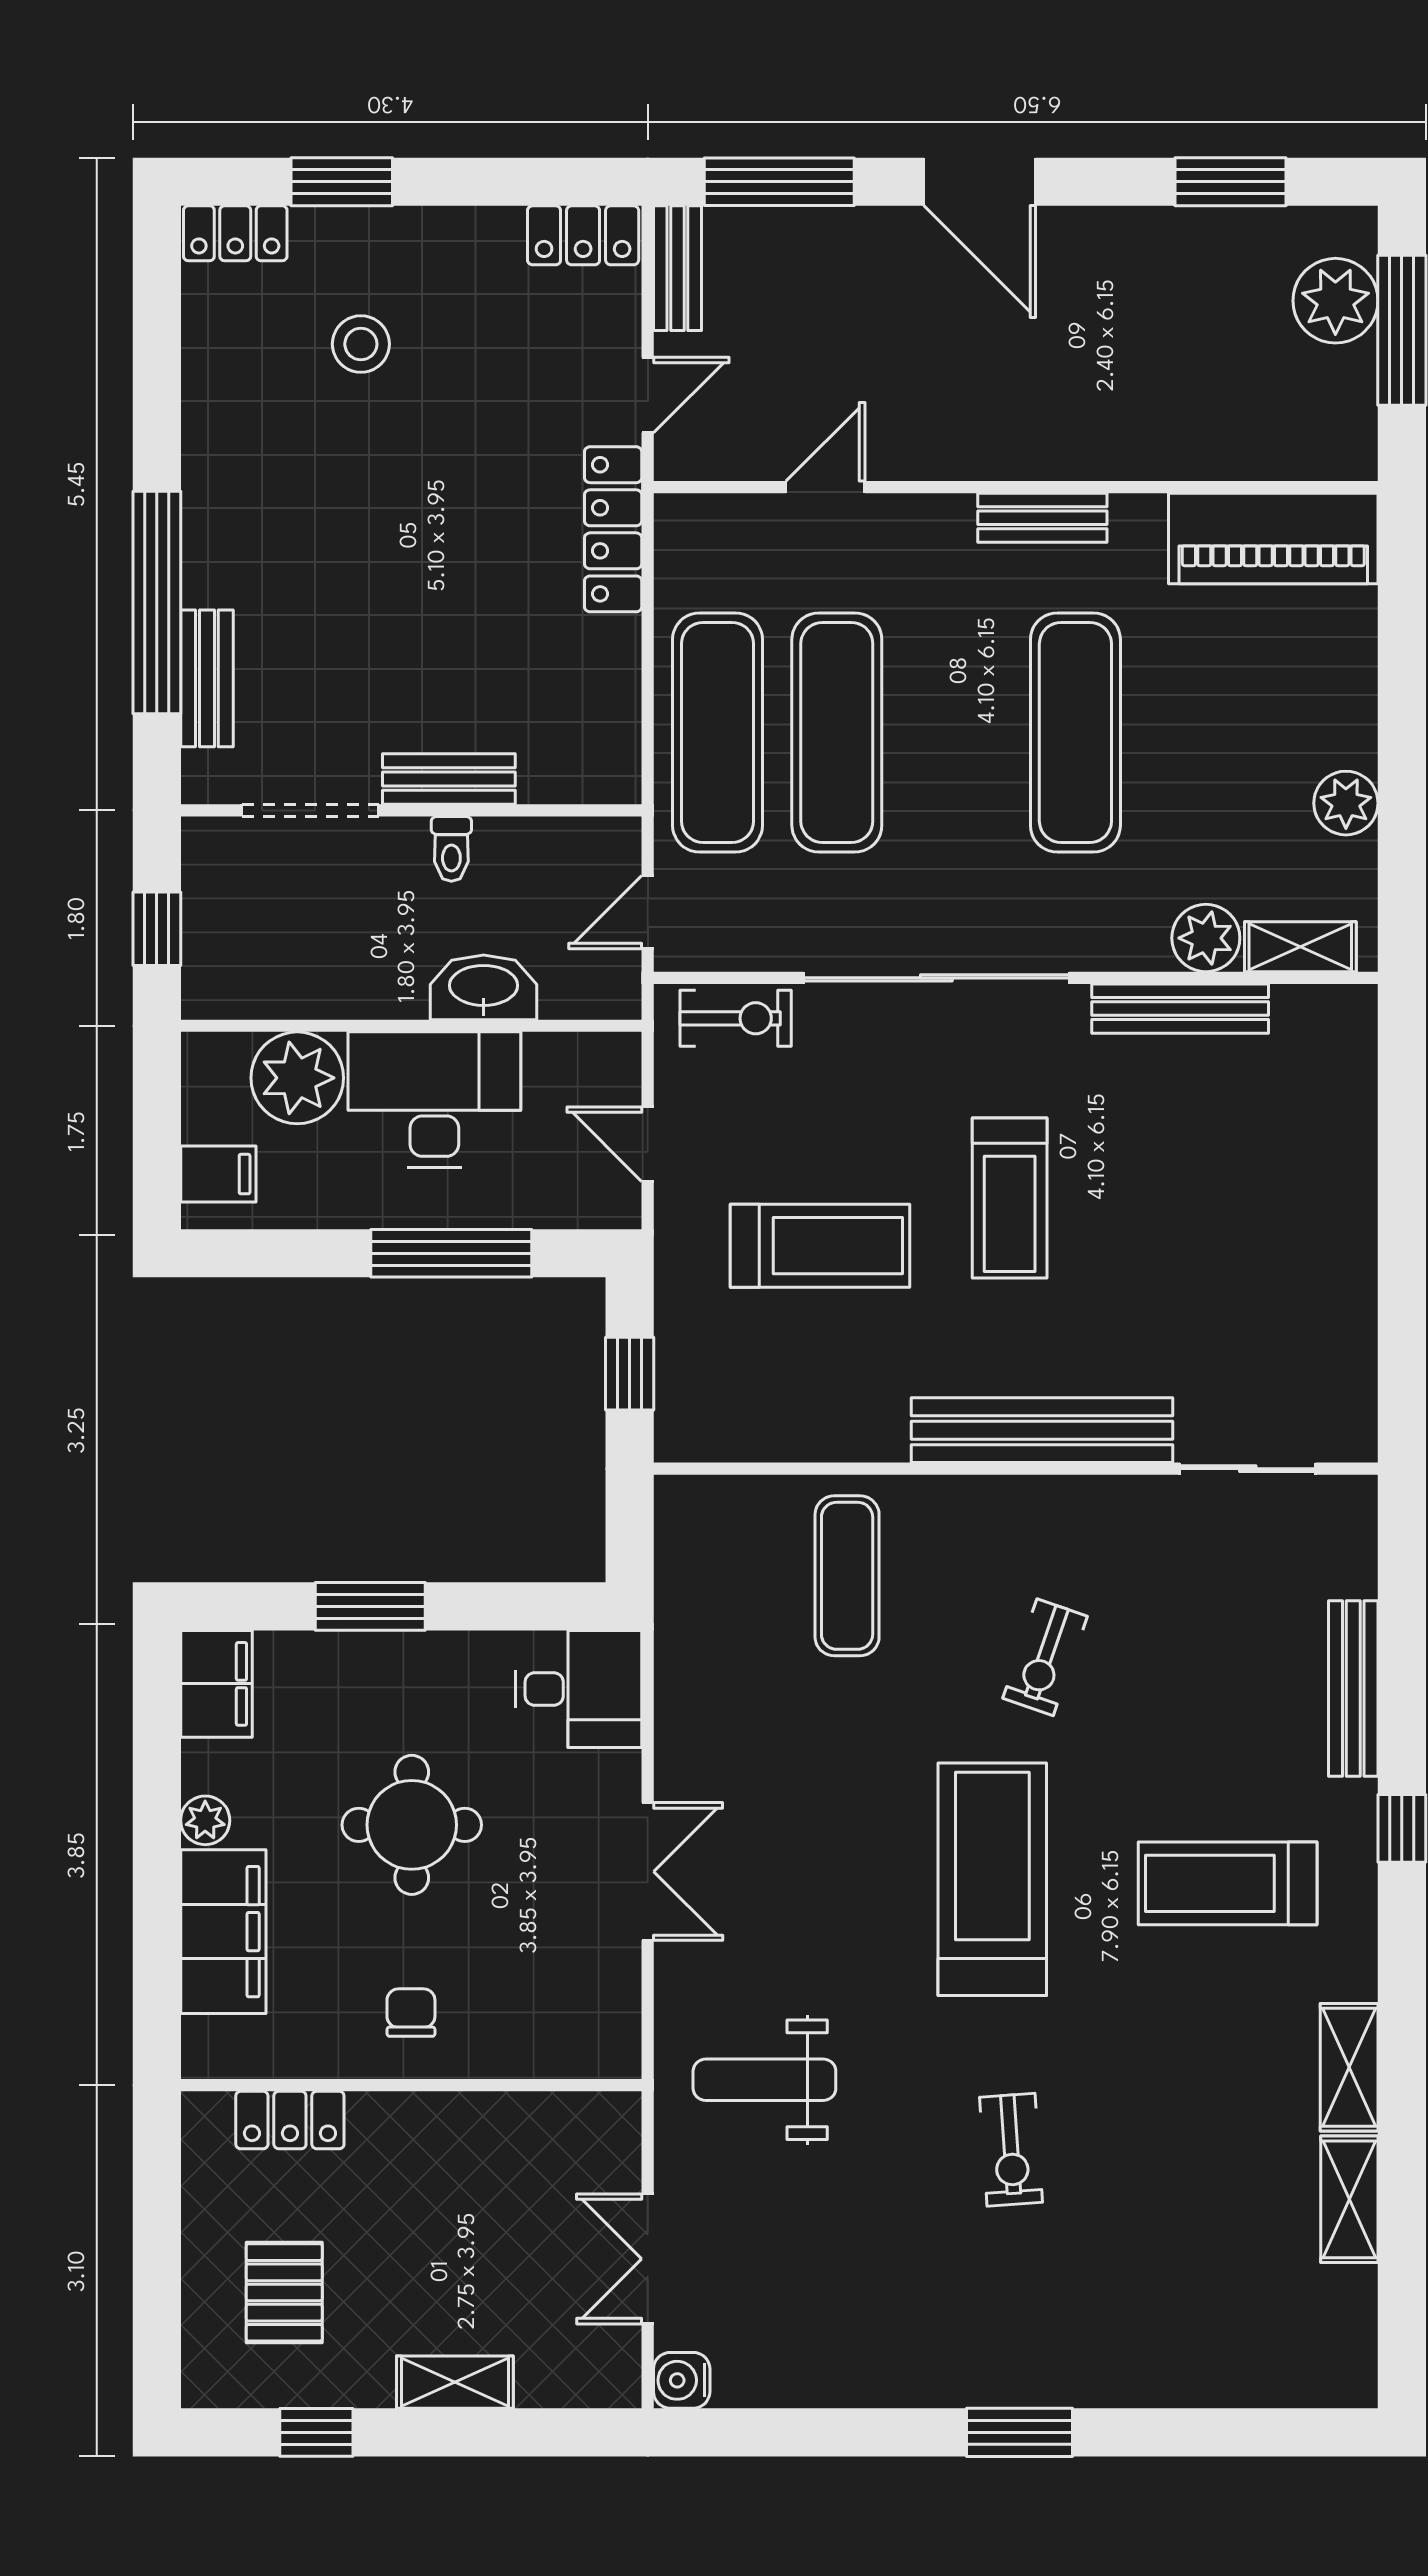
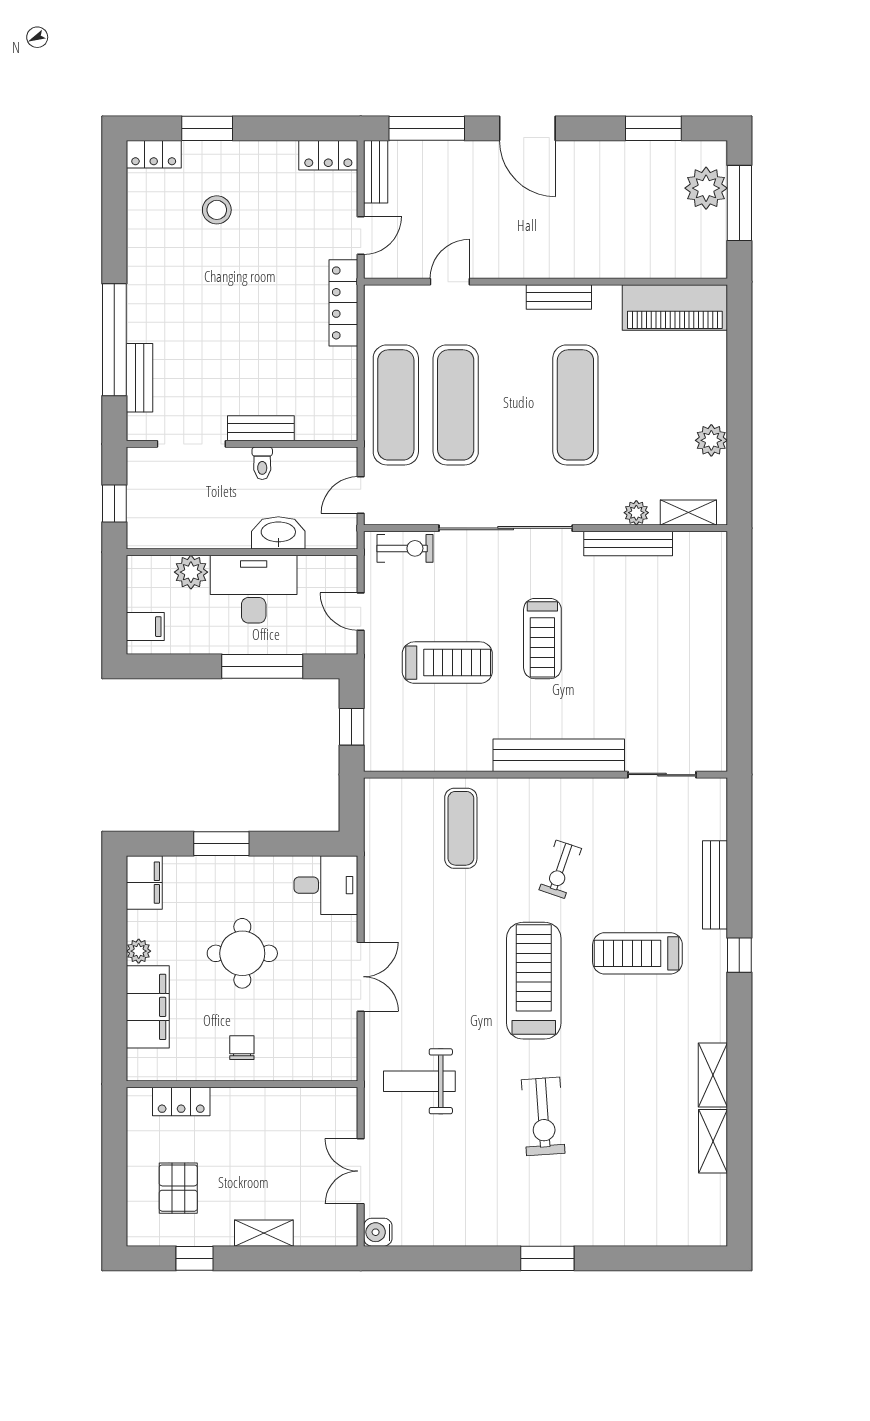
plant: (1206, 938) -> (636, 513), width x0.73, depth x0.73
plant: (297, 1078) -> (191, 572), width x0.73, depth x0.73
treadmill: (1228, 1883) -> (637, 953), moved
exercise bike: (1011, 2150) -> (543, 1116), width x1.38, depth x1.39

